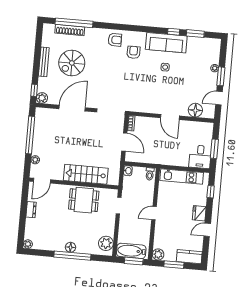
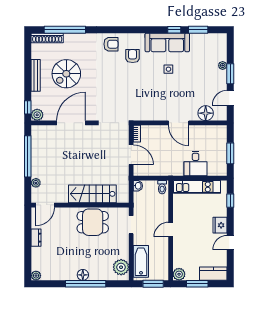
shoe rack: (70, 30) -> (47, 38), moved
desk: (200, 157) -> (196, 164), moved
bathtub: (131, 251) -> (141, 261), moved, turned 90

